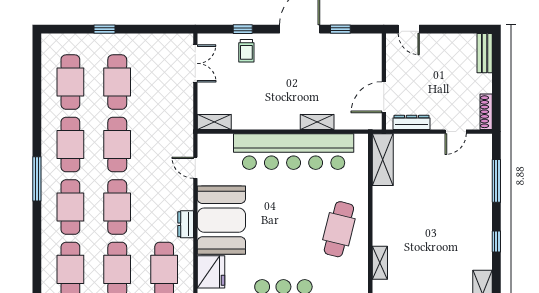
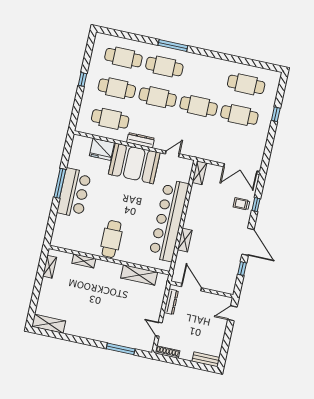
double door: (195, 63) -> (240, 169), width x1.37
cafe table: (70, 145) -> (205, 75), removed
shelving: (383, 160) -> (139, 275), moved
window: (37, 179) -> (173, 45), moved
dresser: (186, 224) -> (141, 140), width x1.44
cafe table: (339, 229) -> (112, 239), turned 76
window: (496, 242) -> (81, 340), removed

